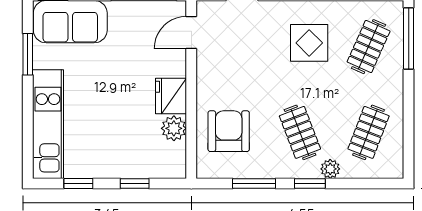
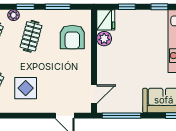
fridge: (171, 96) -> (106, 20), moved
clothes rail: (300, 132) -> (31, 36), turned 36

